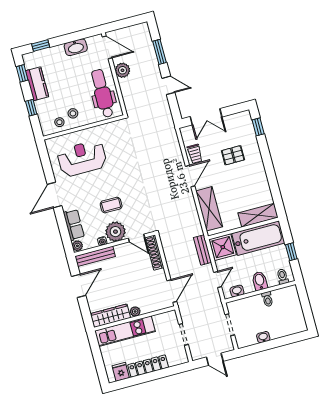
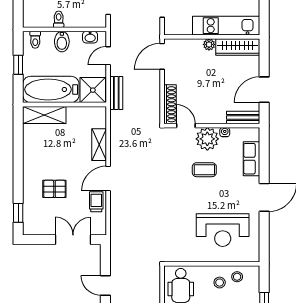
shelving: (209, 209) -> (99, 145), width x0.67, depth x0.75
plant: (77, 246) -> (254, 134), removed
bench: (95, 256) -> (243, 118), width x0.73

